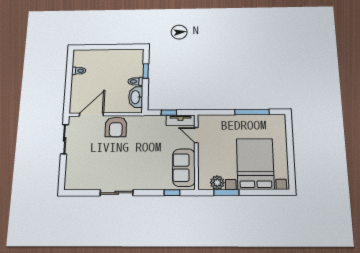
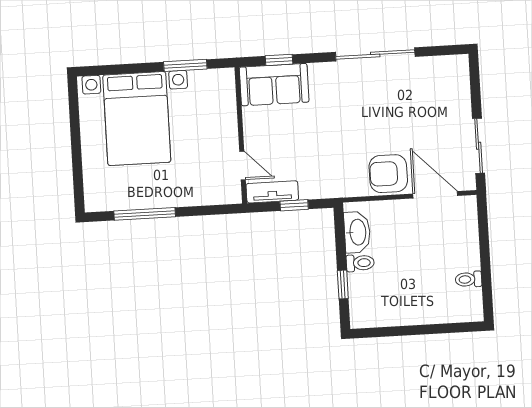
door: (91, 115) -> (435, 195), swing flipped
armchair: (116, 127) -> (388, 174), turned -90
sofa: (184, 168) -> (274, 85), moved, turned 90
plant: (217, 183) -> (202, 82), removed
sliding door: (117, 193) -> (375, 54), width x1.37

